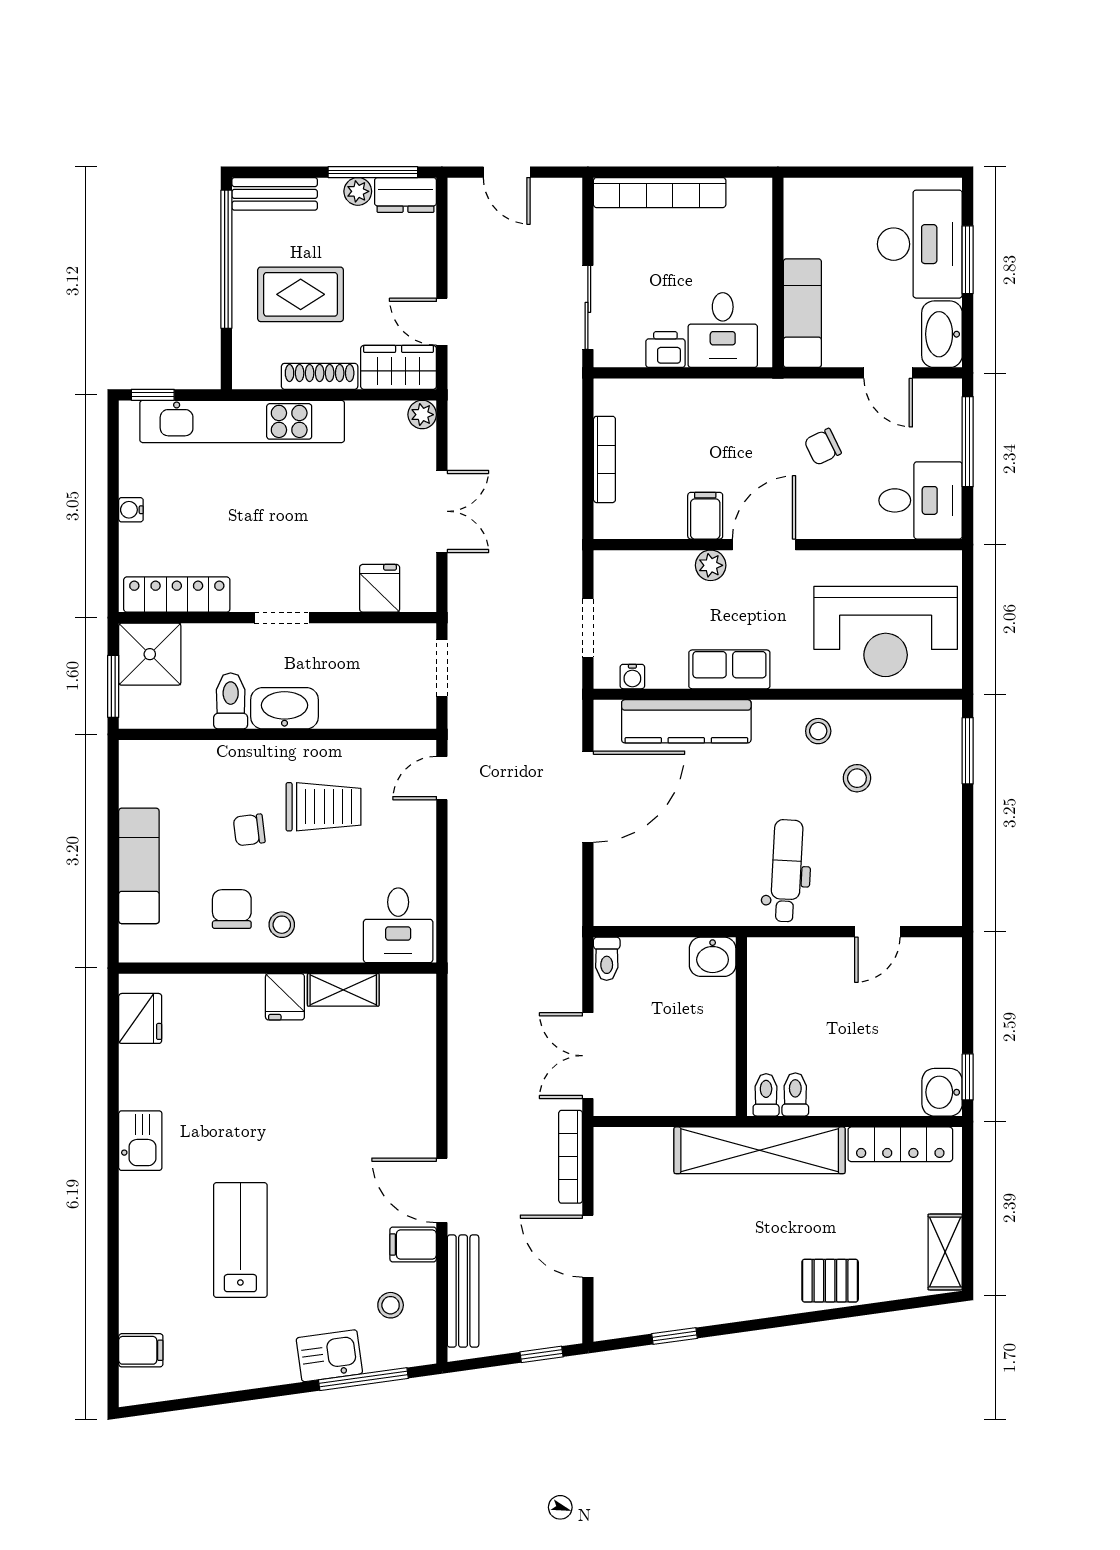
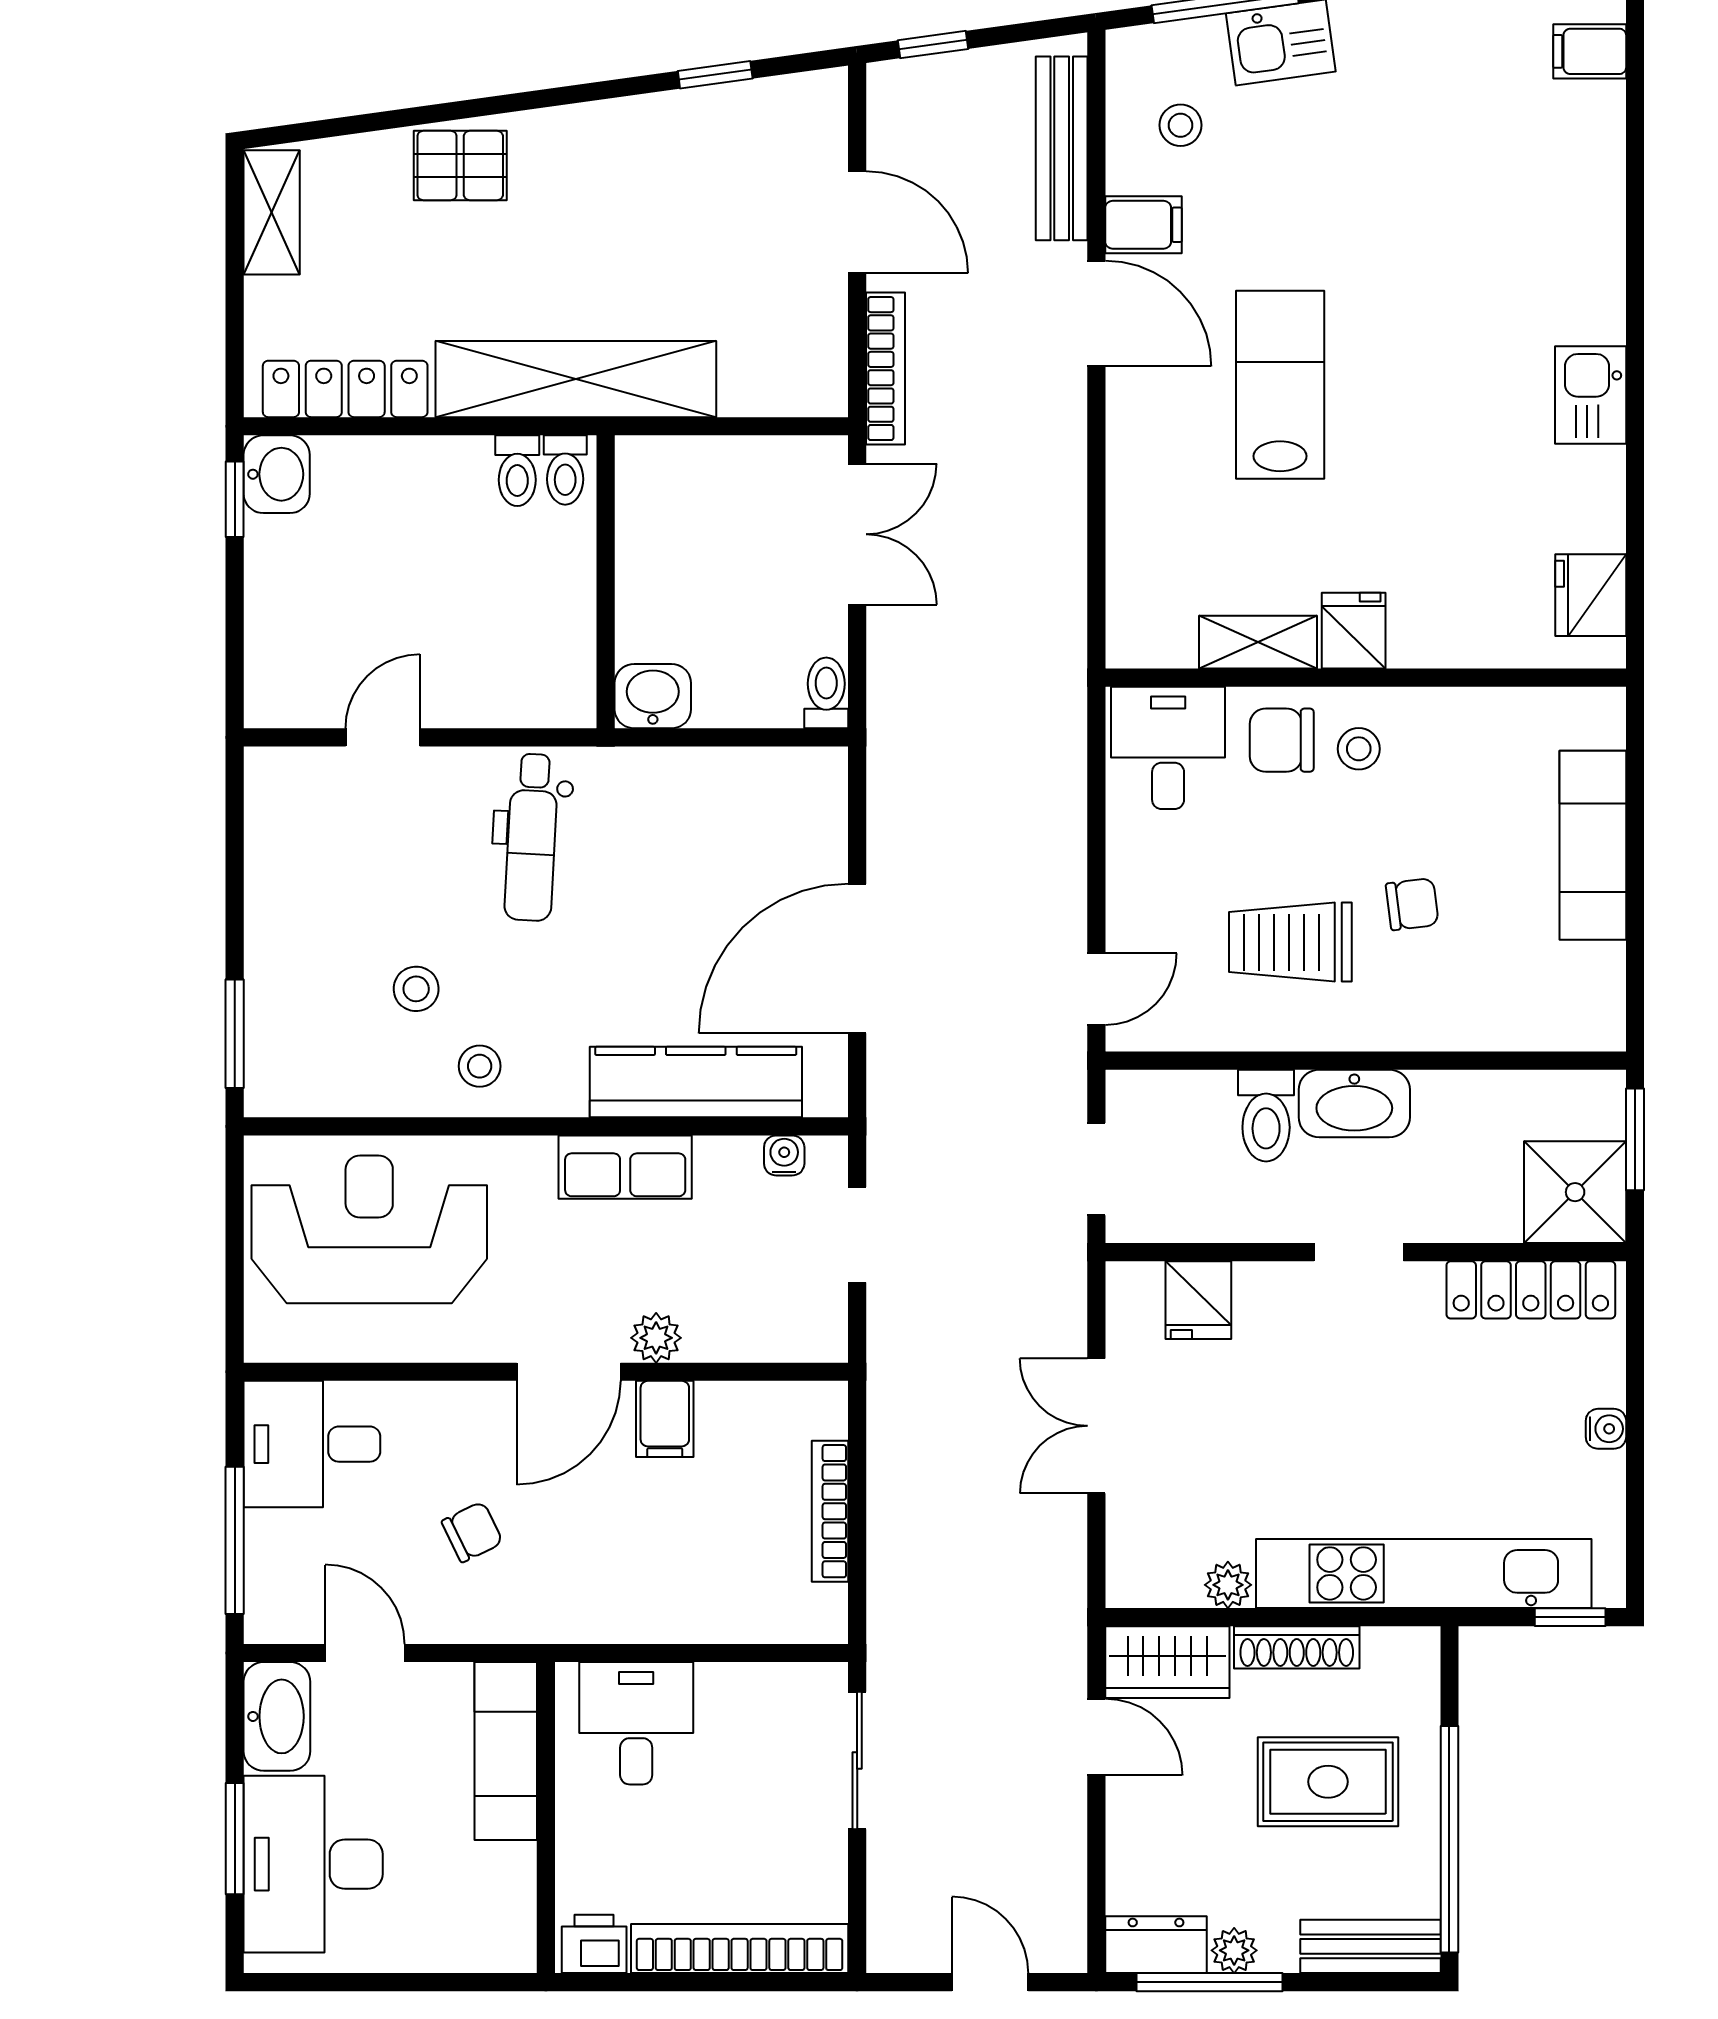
printer: (665, 350) -> (594, 1944), moved, turned 180
plant: (422, 415) -> (1228, 1585), moved
toilet: (231, 701) -> (1266, 1116), moved
chair: (232, 909) -> (1282, 740), moved, turned 90
lab bench: (240, 1240) -> (1280, 385), moved, turned 180

